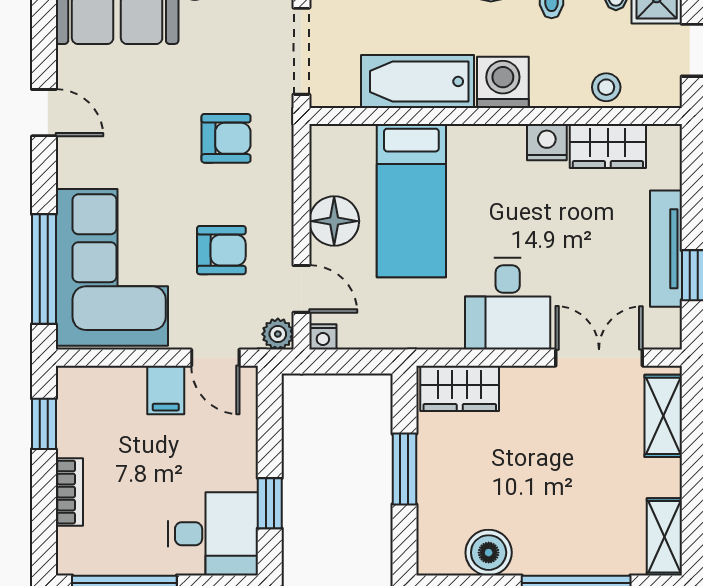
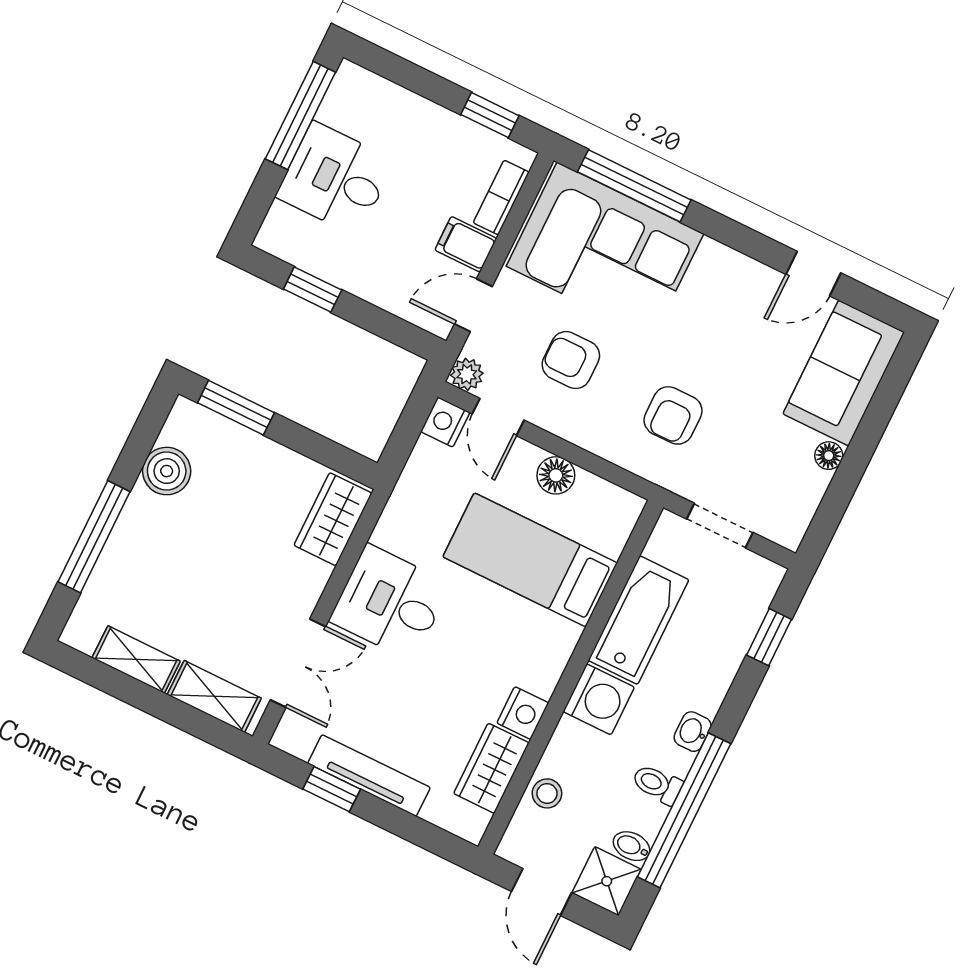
doorway: (301, 51) -> (720, 526), width x0.73
door: (44, 113) -> (813, 274), moved
floor lamp: (334, 221) -> (556, 475), width x0.73, depth x0.73
armchair: (221, 250) -> (571, 360), turned 90
door: (301, 289) -> (498, 417), hinge flipped
nightstand: (323, 337) -> (445, 422), width x1.39, depth x1.35
window: (404, 469) -> (236, 408), moved
bookcase: (69, 492) -> (501, 198), moved, turned 90
desk: (213, 534) -> (335, 179), moved, turned 90
shelving: (664, 537) -> (136, 659), moved

